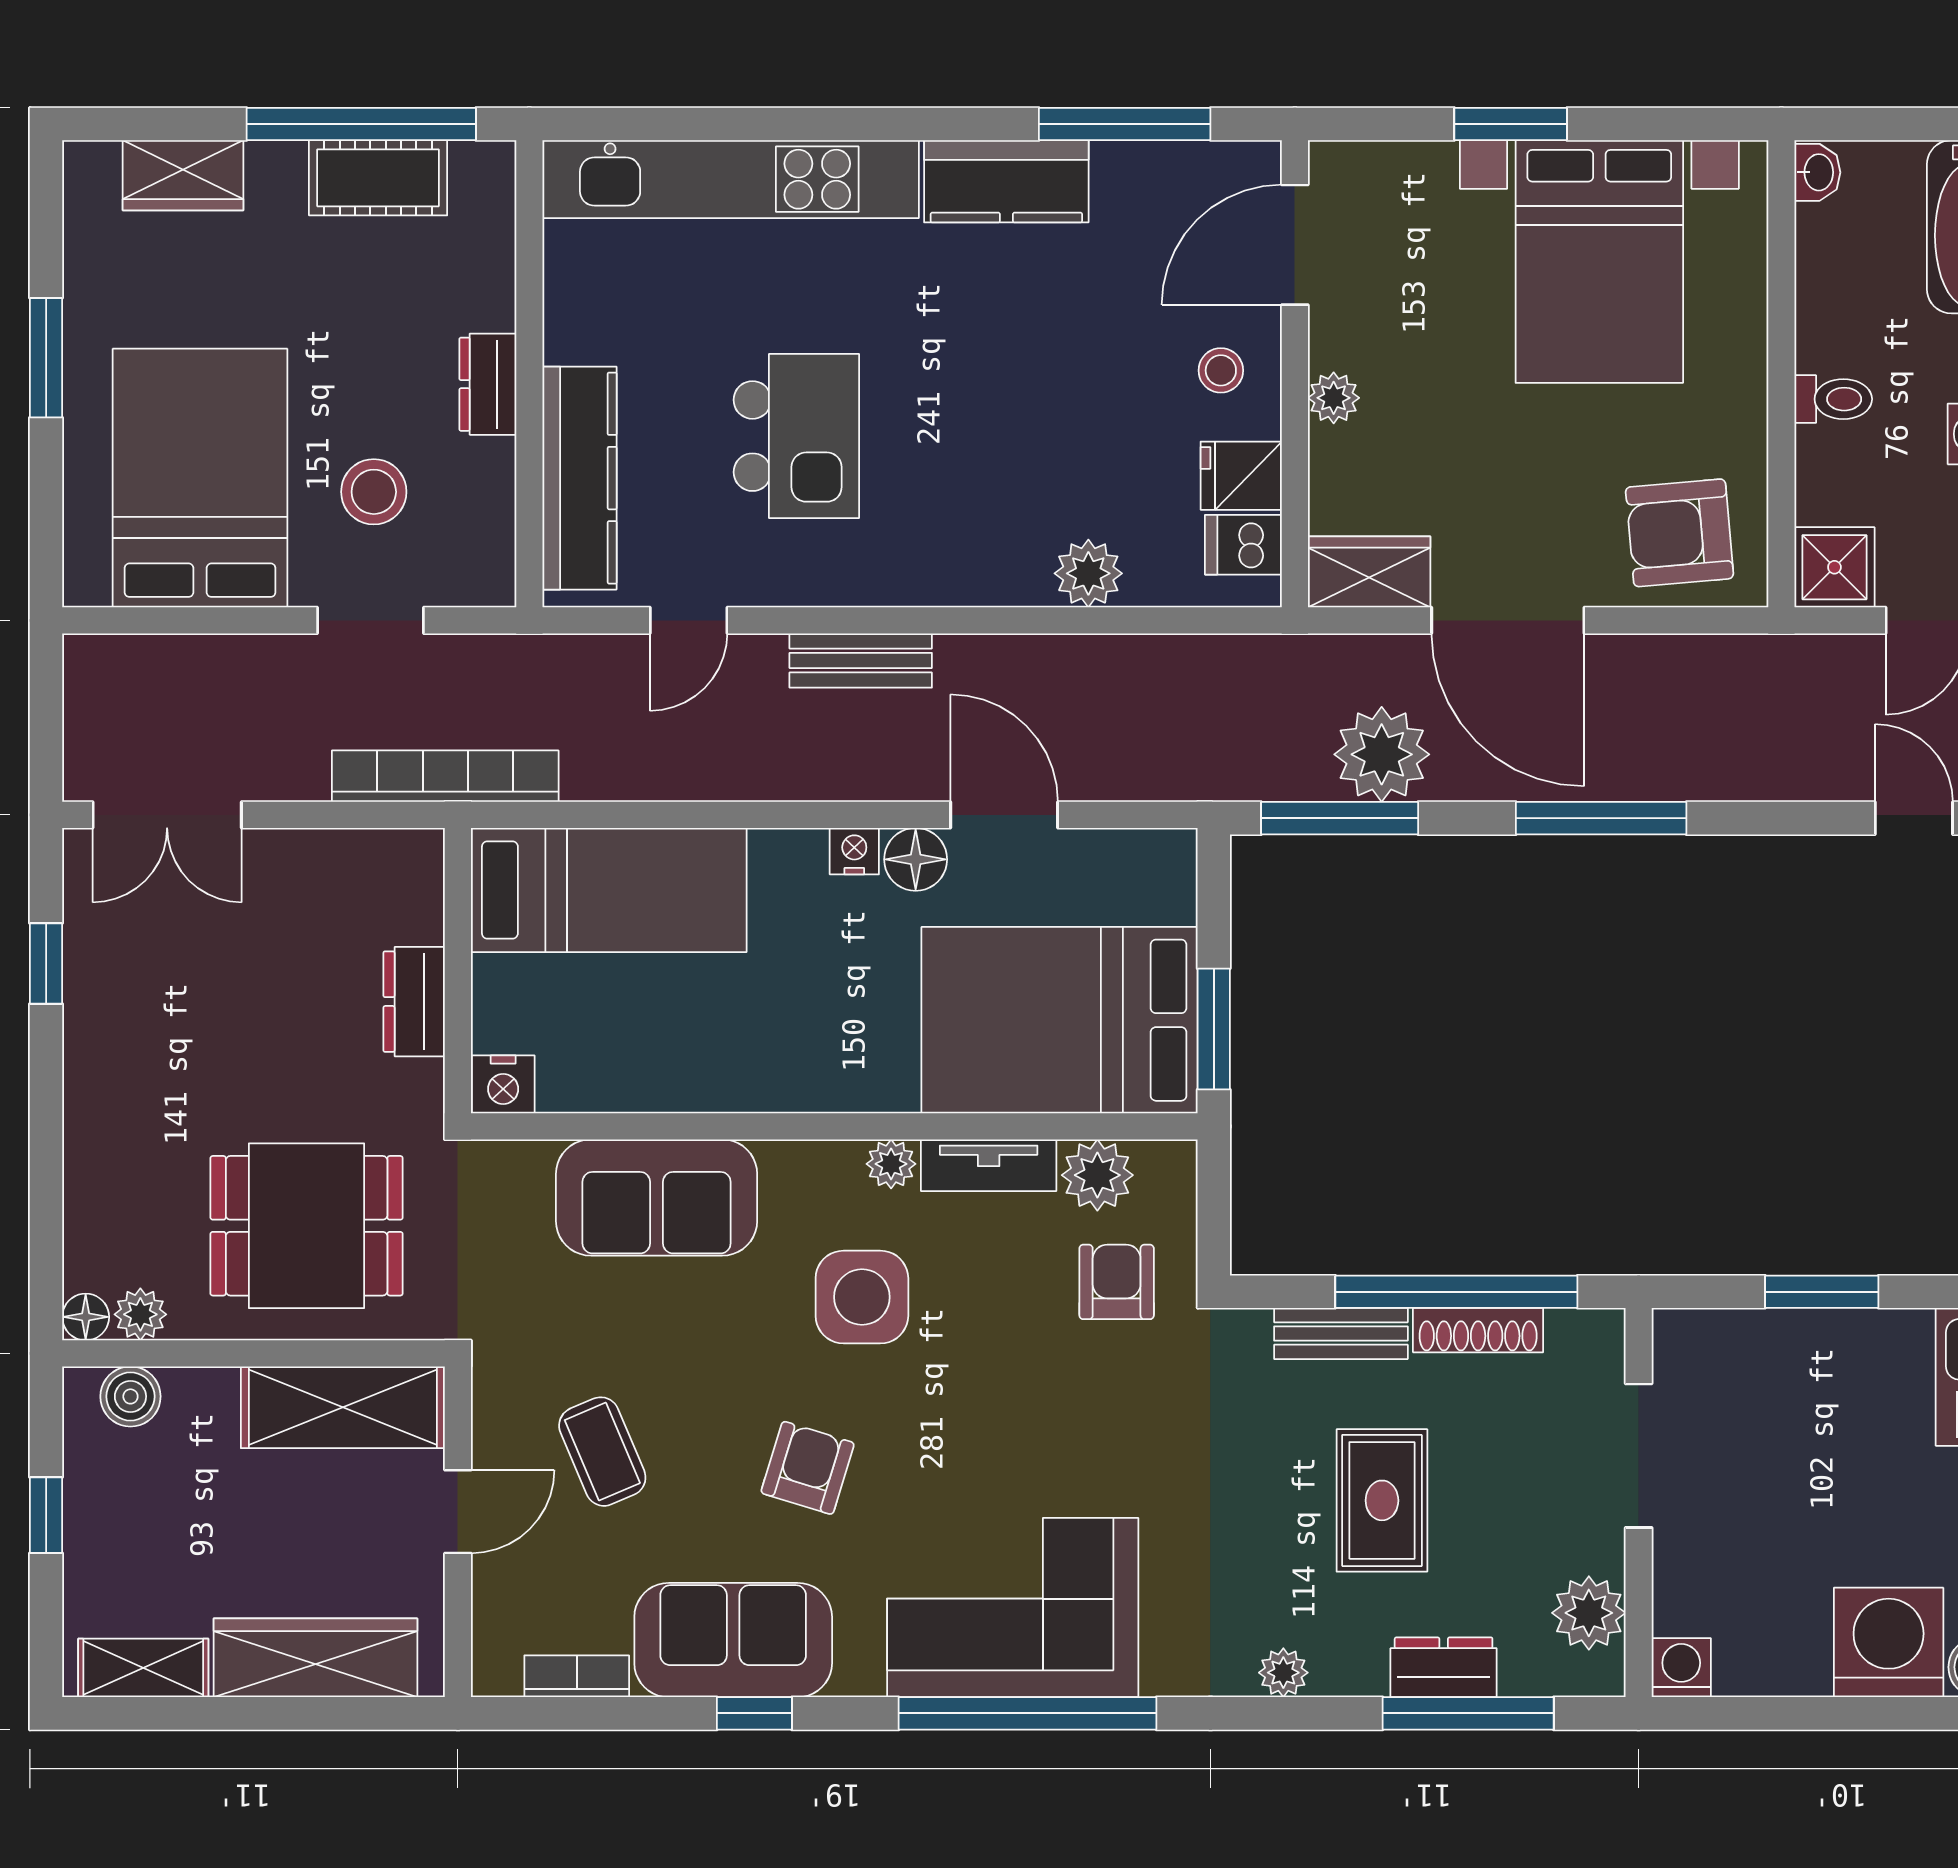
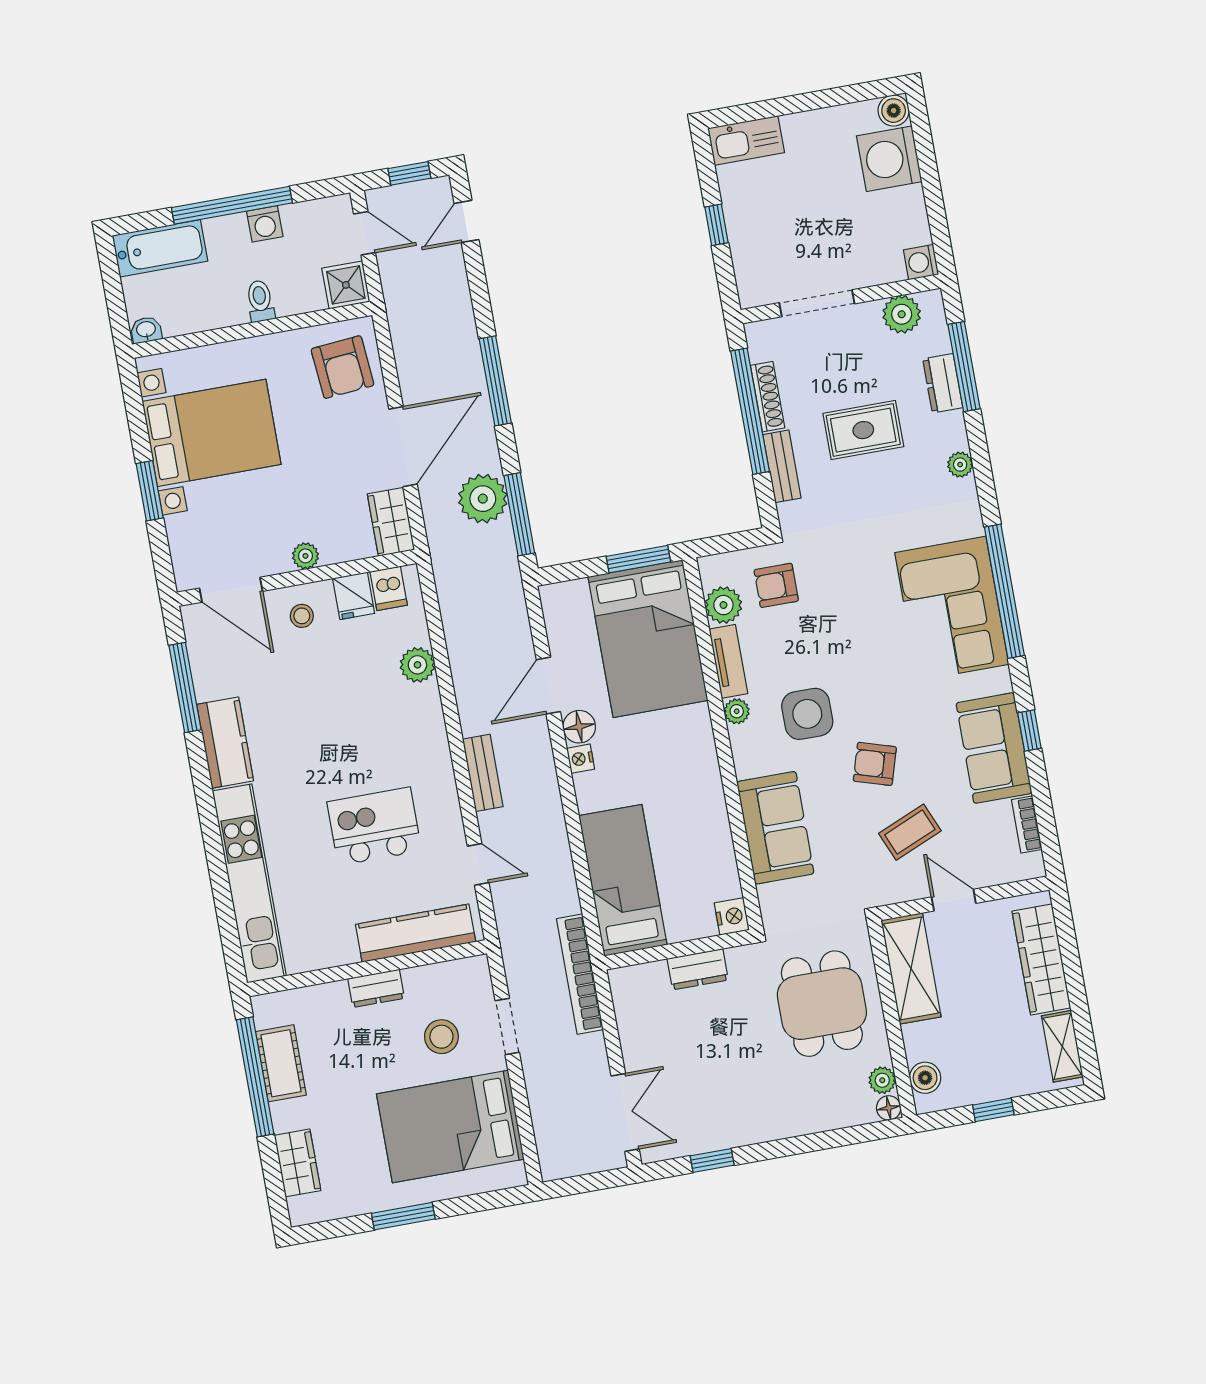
window: (1822, 1292) -> (717, 225), width x0.67
armchair: (808, 1468) -> (875, 764), moved

